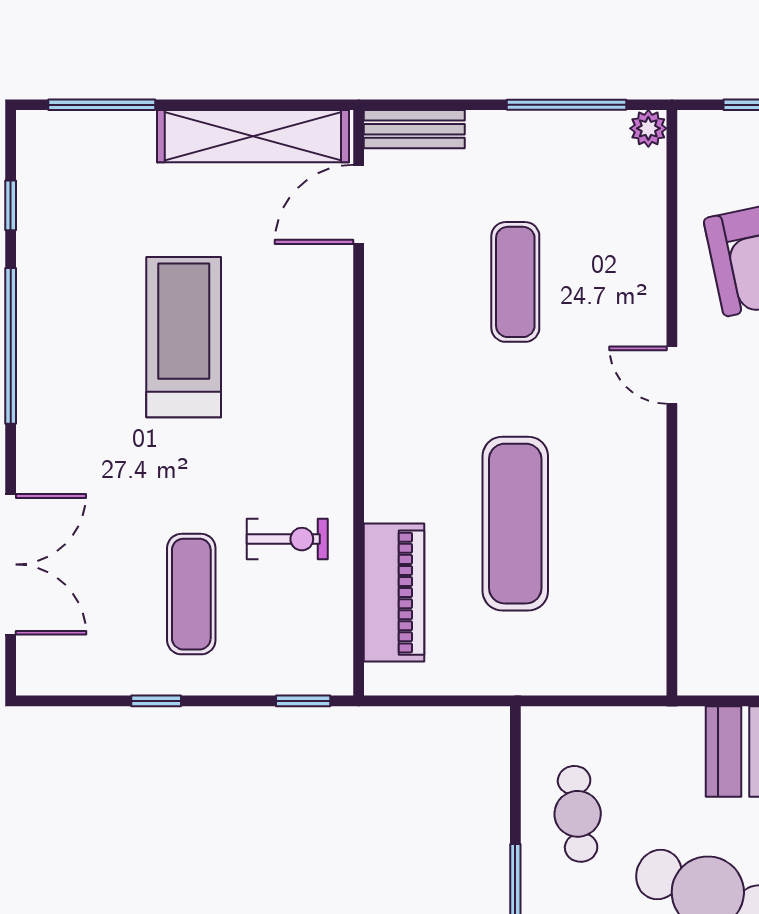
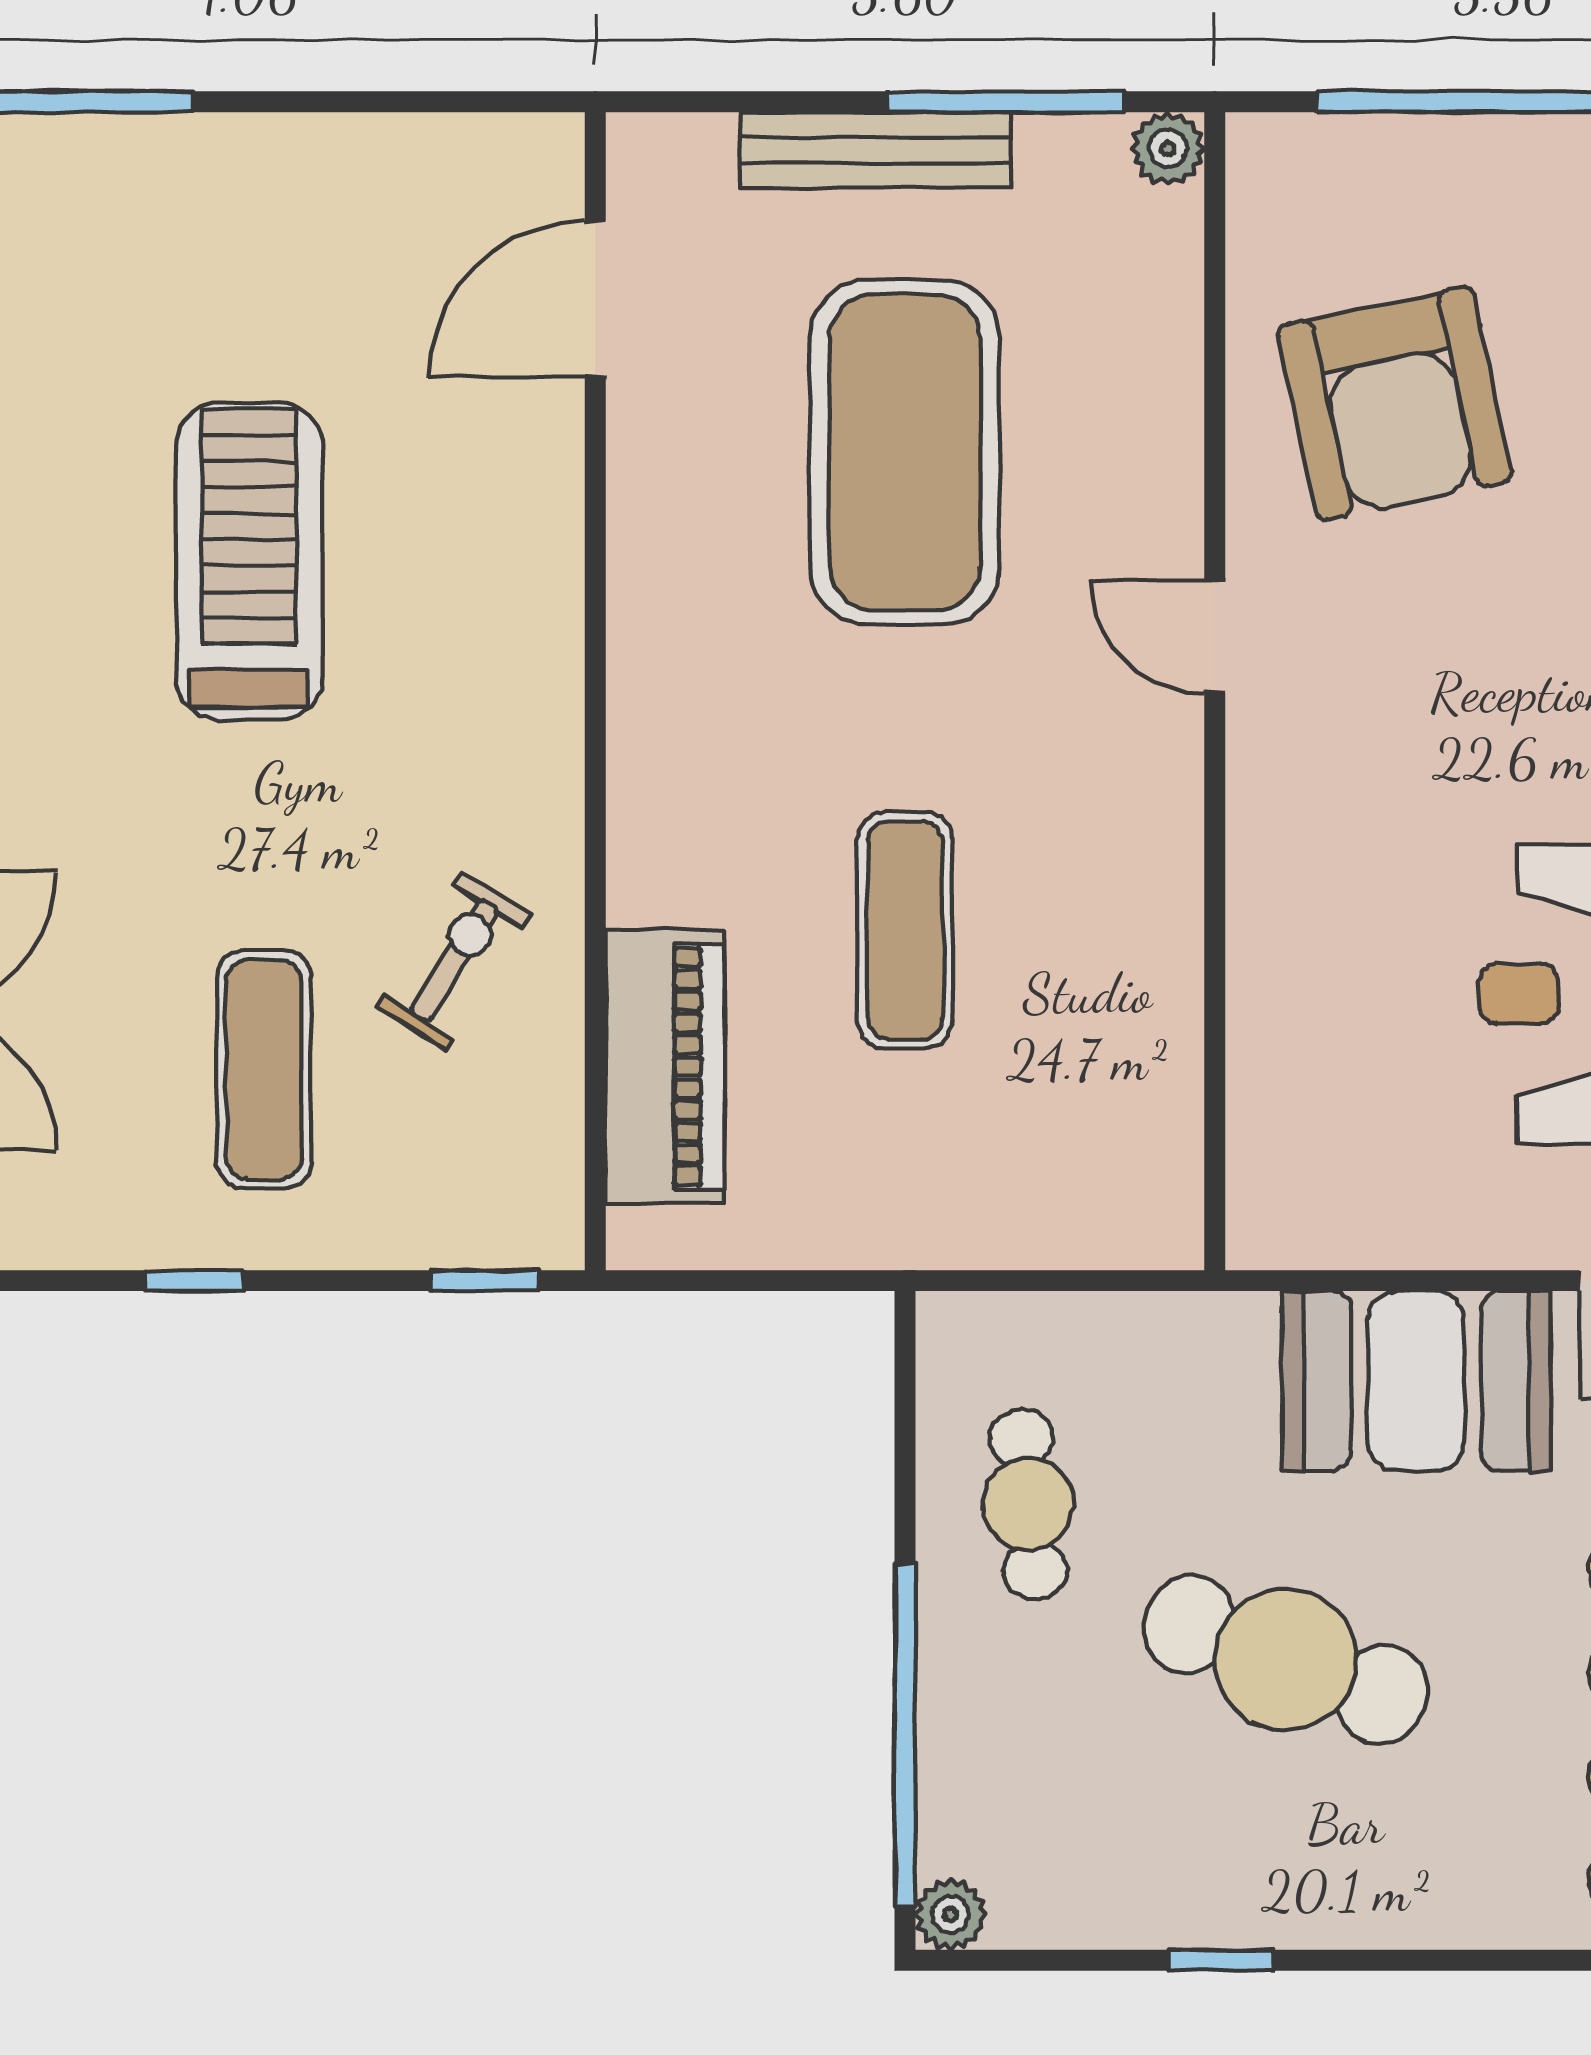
bench: (414, 129) -> (875, 150), moved, width x1.36
shelving: (253, 136) -> (386, 164), removed
exercise mat: (515, 282) -> (905, 452), width x2.00, depth x1.45
exercise mat: (515, 524) -> (905, 930), width x0.73, depth x0.69
exercise bike: (287, 539) -> (454, 961), turned -58

